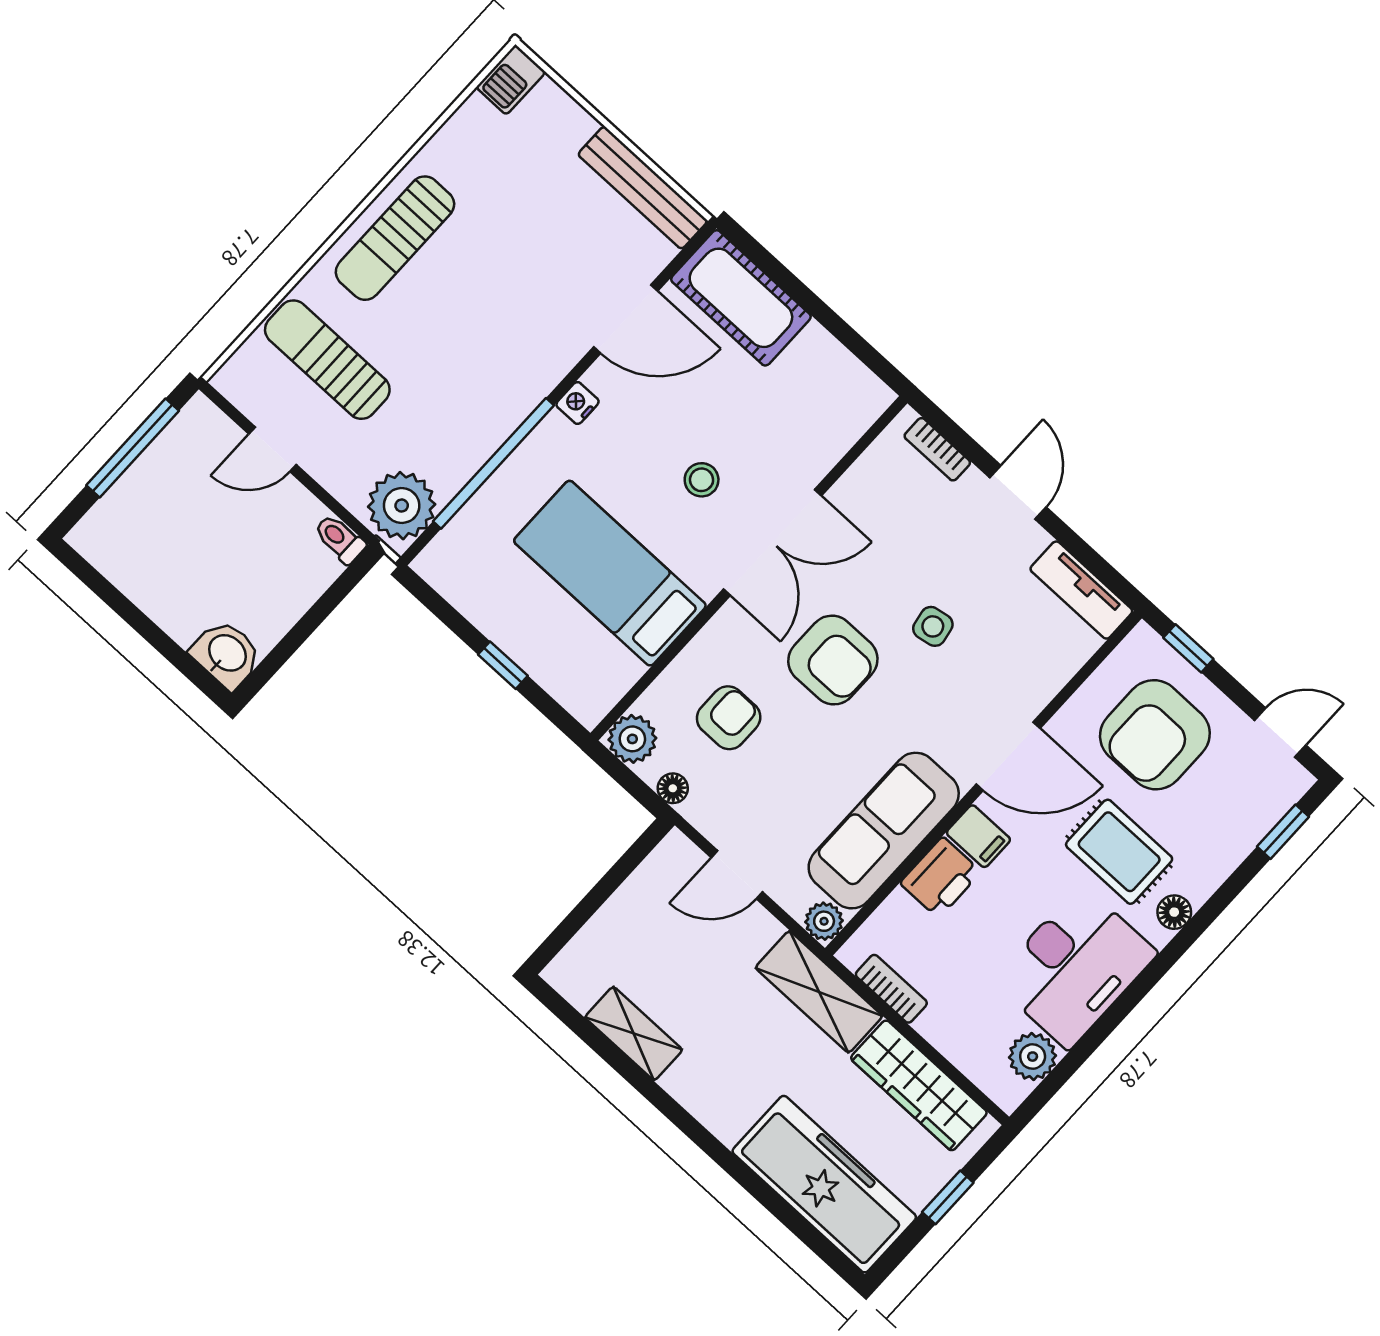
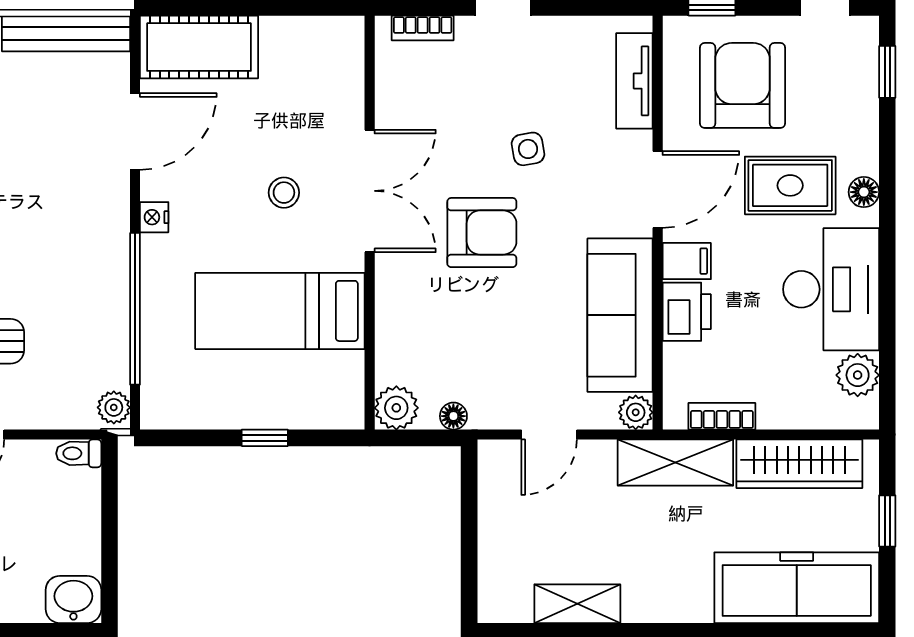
plant: (402, 506) -> (114, 407), width x0.53, depth x0.53
tv unit: (1081, 590) -> (634, 81), moved, turned 90
armchair: (729, 718) -> (448, 335), removed
armchair: (1155, 735) -> (743, 85), turned 180

